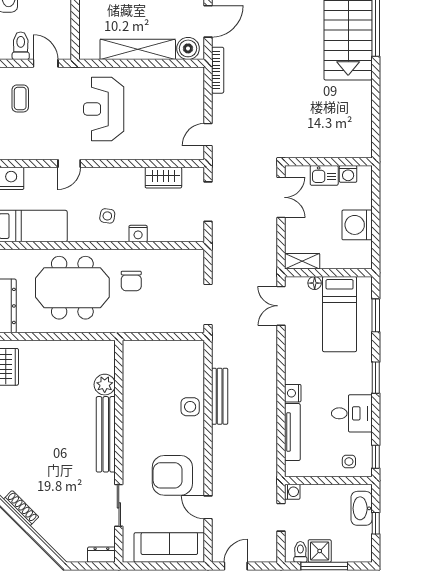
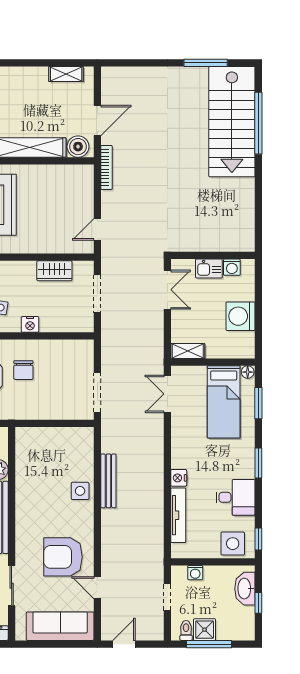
floor lamp: (315, 283) -> (248, 372), moved
side table: (349, 462) -> (233, 544), width x1.87, depth x1.87
washing machine: (292, 492) -> (195, 573), moved, turned 90

